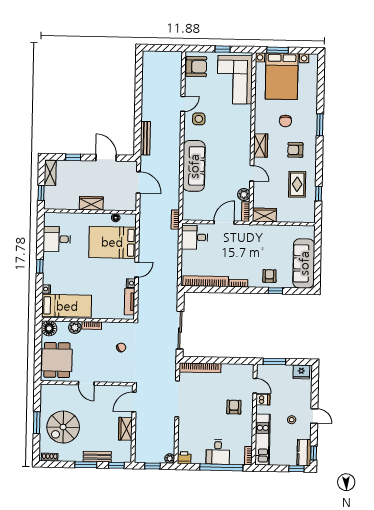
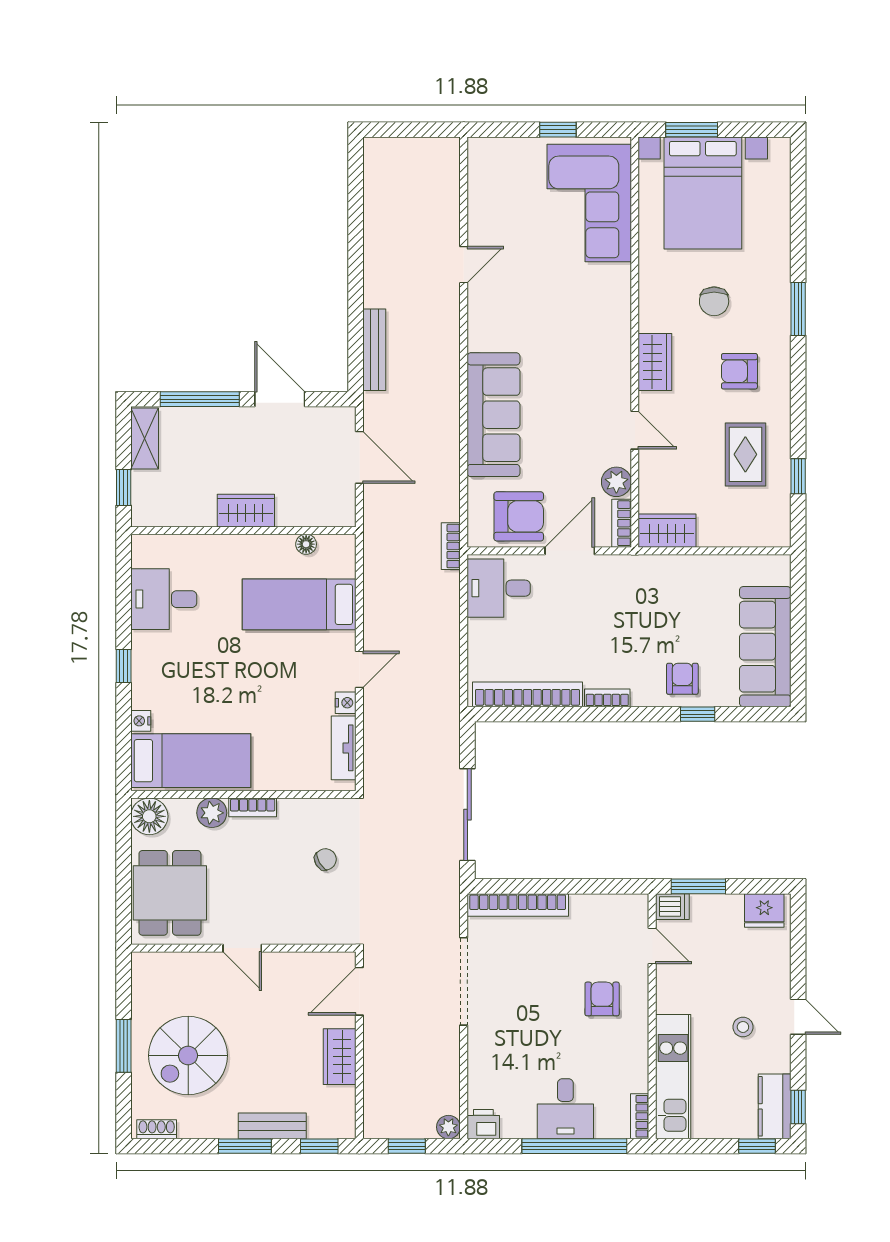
armchair: (196, 67) -> (519, 516), moved
side table: (199, 119) -> (503, 300), removed
window: (73, 157) -> (200, 399), width x2.17
bed: (112, 242) -> (299, 604), width x0.67
dishwasher: (263, 400) -> (672, 907), moved

